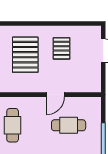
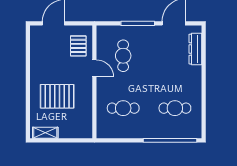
pallet: (62, 48) -> (78, 46), moved, turned 90

